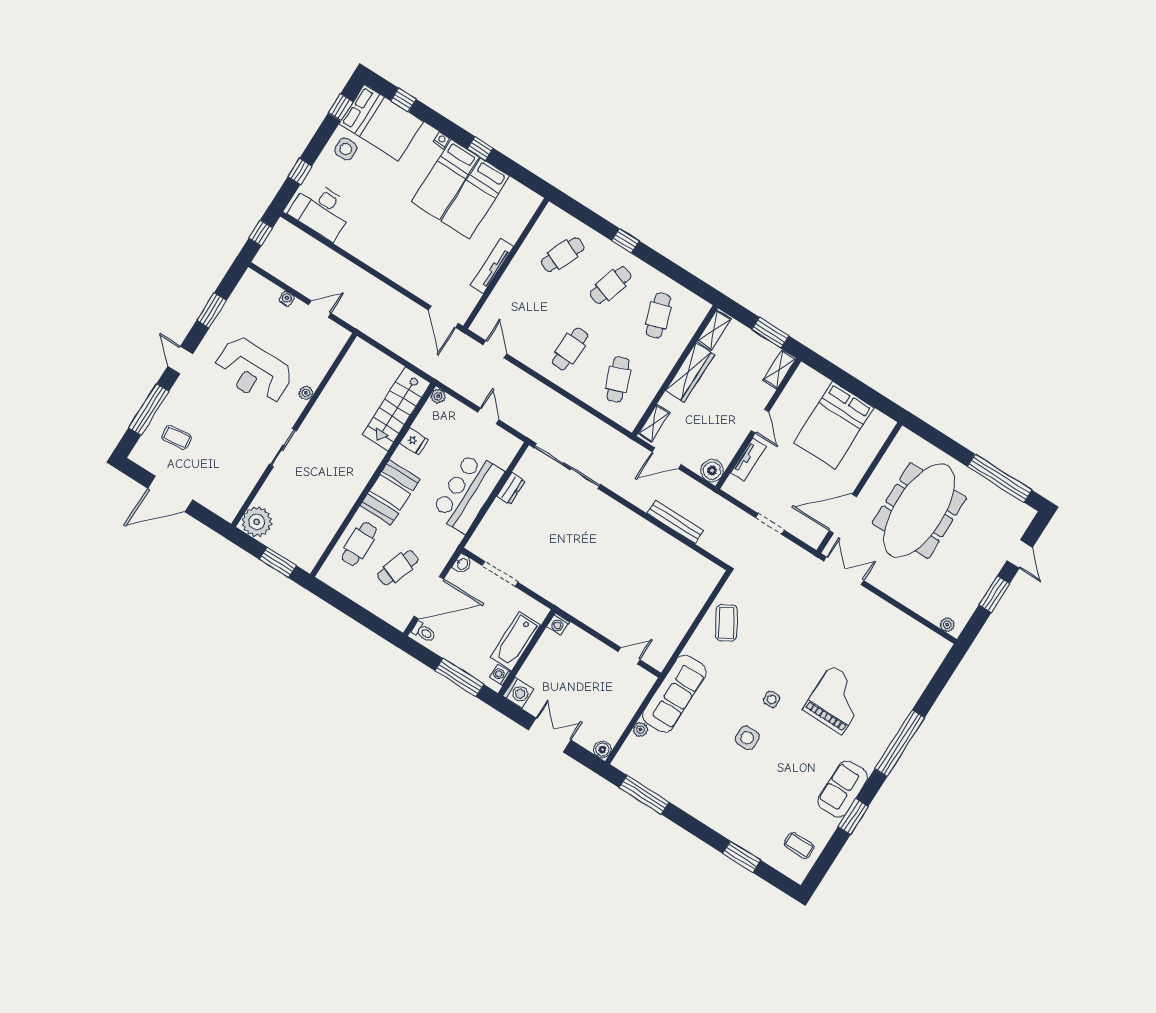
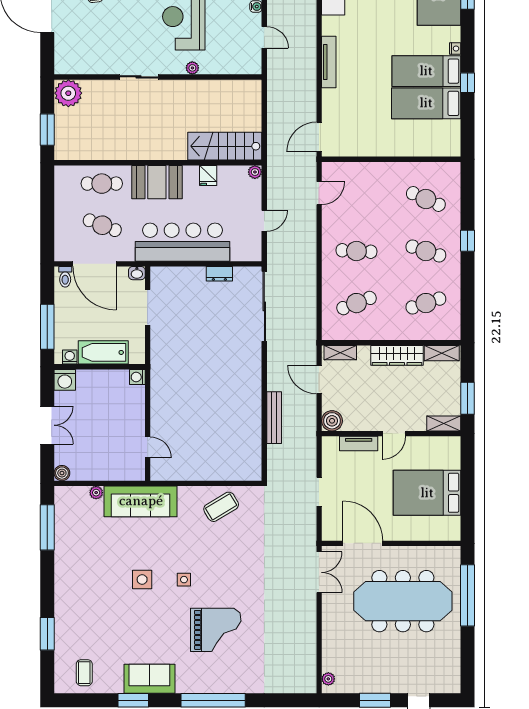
tv unit: (492, 266) -> (329, 62), moved, turned 90
window: (1000, 478) -> (467, 595), moved
bar counter: (468, 492) -> (182, 242), width x1.36

